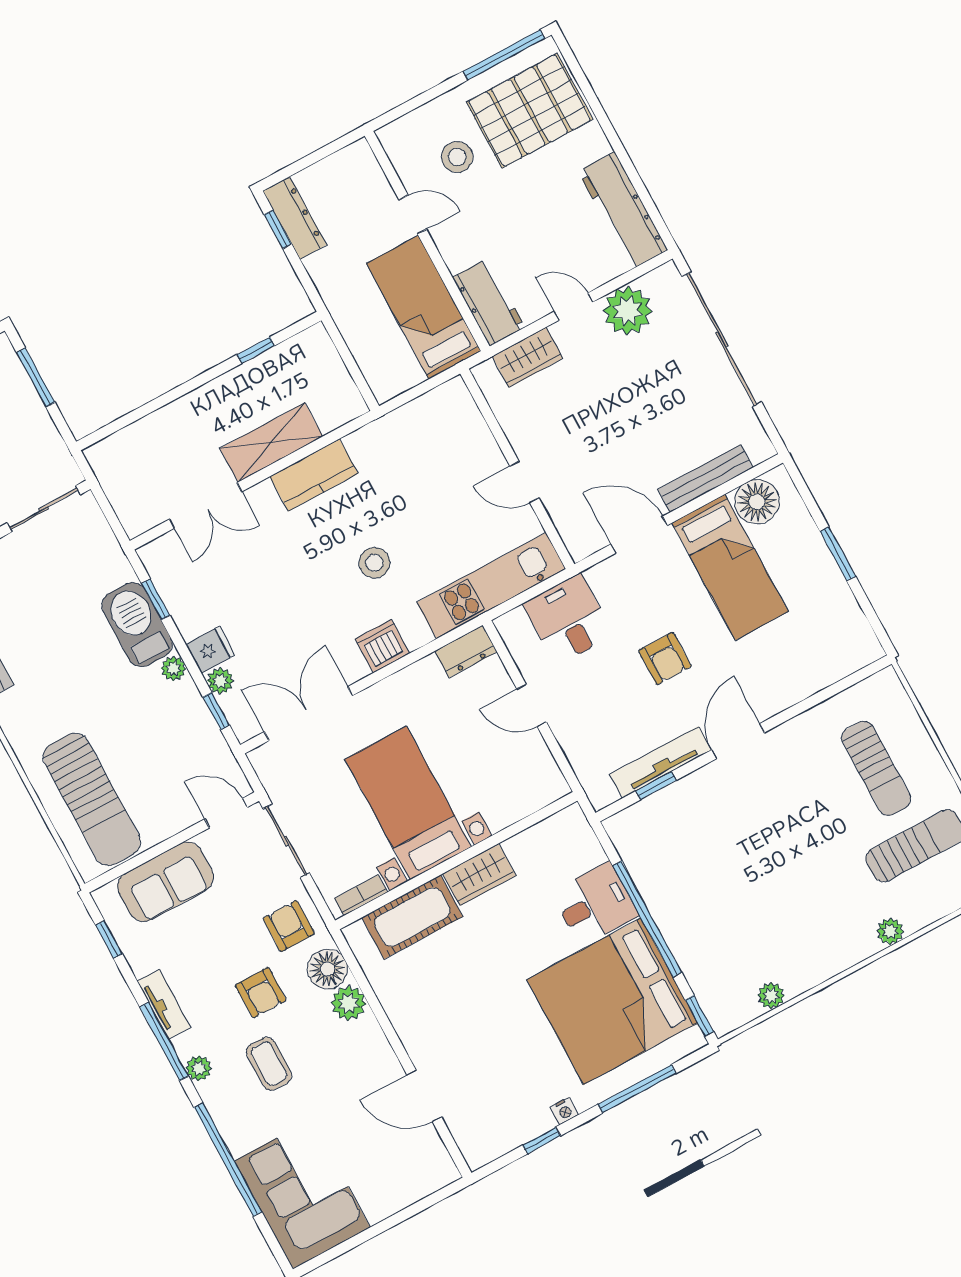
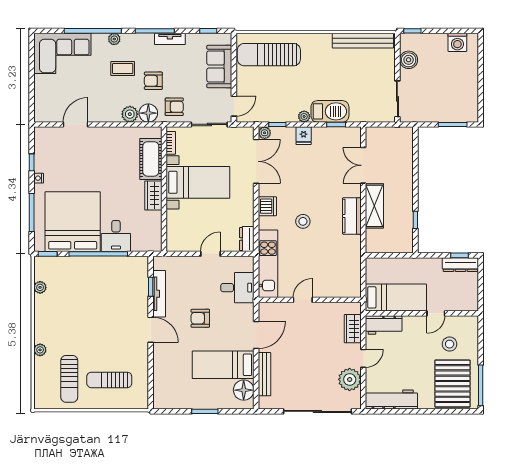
plant: (220, 681) -> (265, 133), moved
plant: (199, 1068) -> (114, 39), moved

